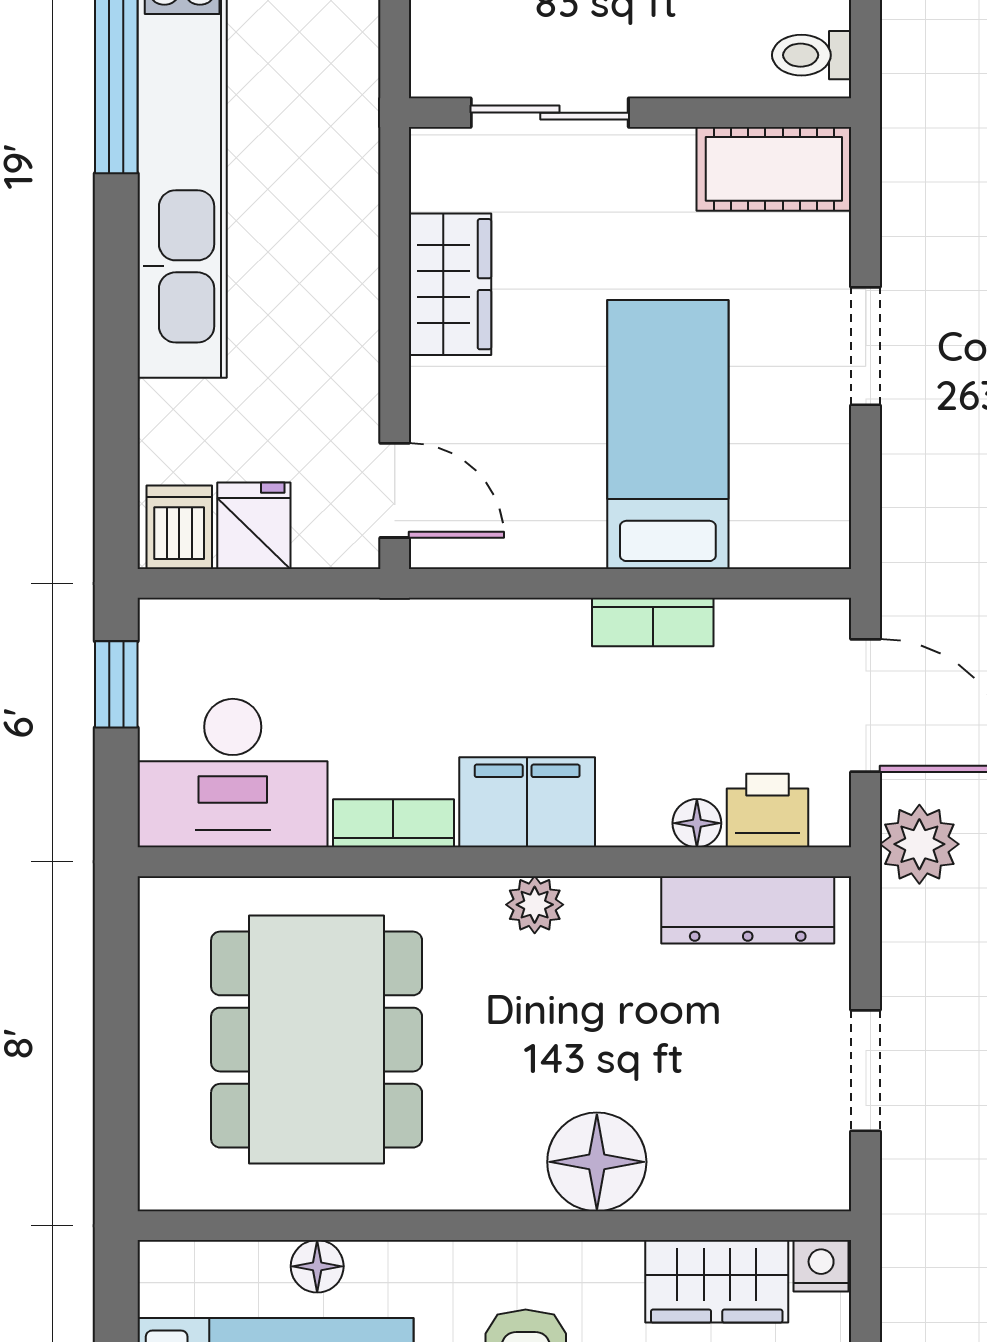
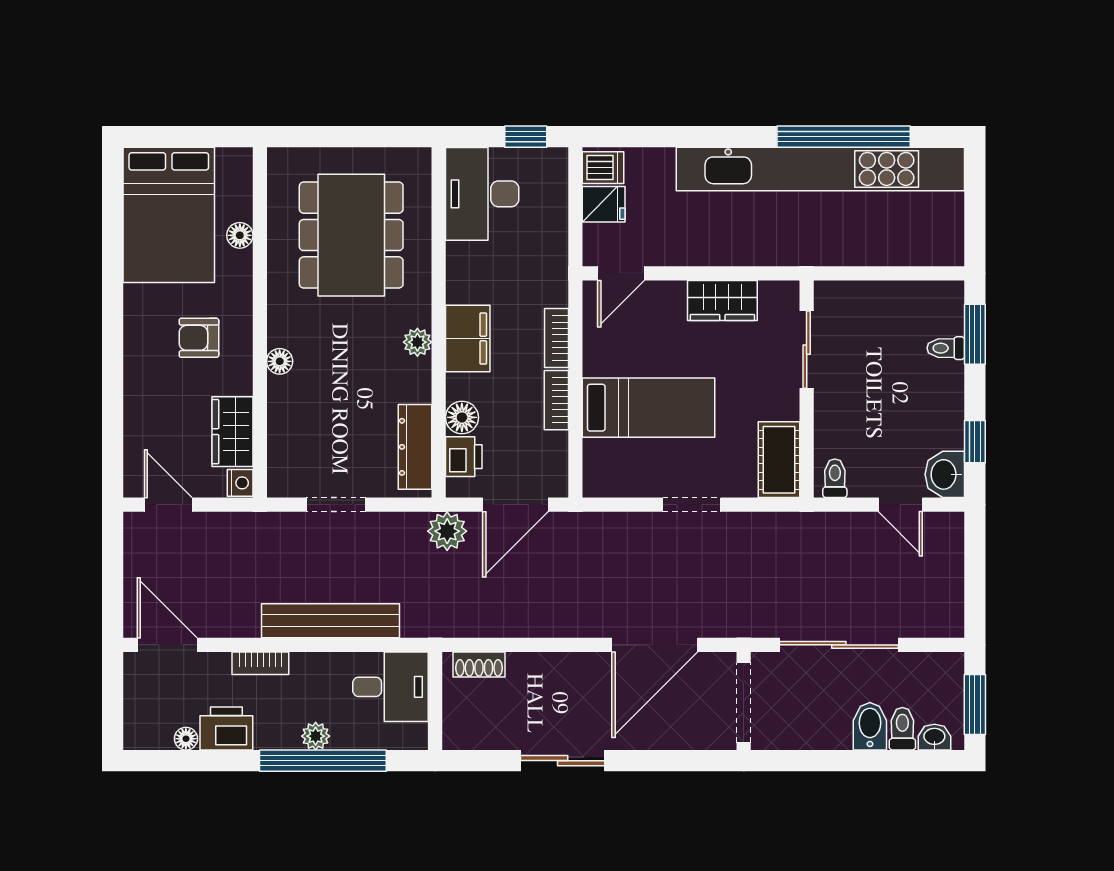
bookcase: (393, 823) -> (556, 338), moved, turned 180
floor lamp: (697, 823) -> (462, 417), width x1.37, depth x1.37
dining table: (317, 1040) -> (351, 235), turned 90
floor lamp: (597, 1162) -> (280, 361), width x0.53, depth x0.53

